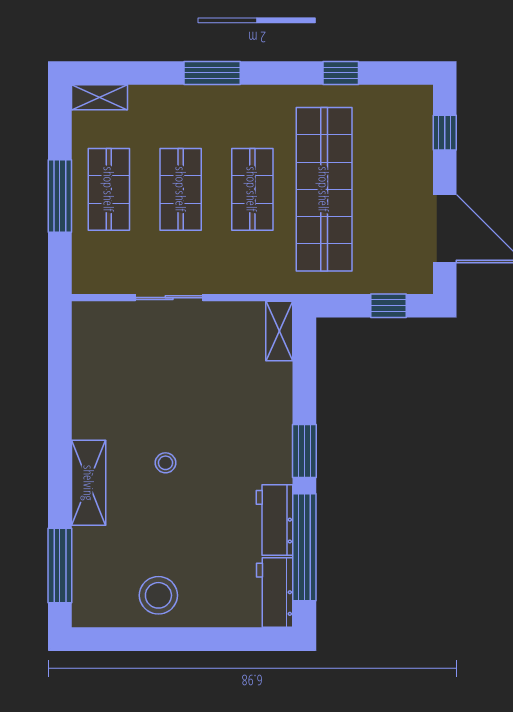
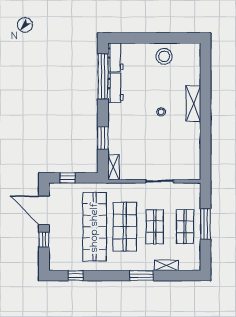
window: (341, 73) -> (76, 276), moved
shelving: (99, 97) -> (166, 265), moved
window: (445, 133) -> (44, 240), moved
shop shelf: (252, 189) -> (125, 227), width x1.43, depth x1.36
window: (304, 451) -> (103, 138), moved
window: (60, 566) -> (205, 69), removed

